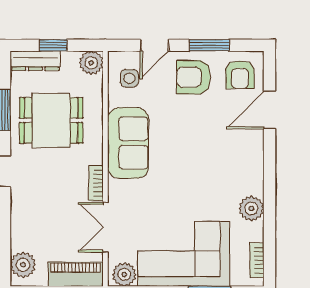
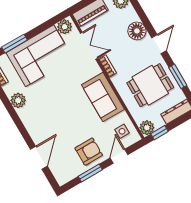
window: (53, 45) -> (160, 133), moved
armchair: (240, 75) -> (65, 167), removed
floor lamp: (25, 209) -> (137, 31), added

